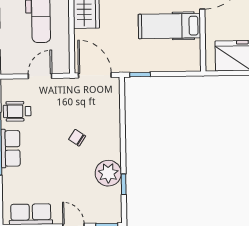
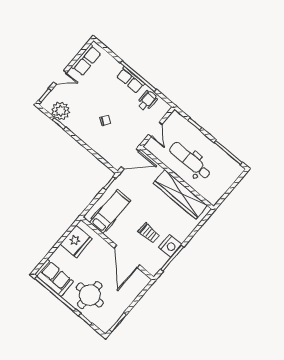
hospital bed: (169, 26) -> (110, 211), moved
plant: (108, 173) -> (61, 111), moved

